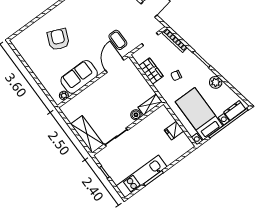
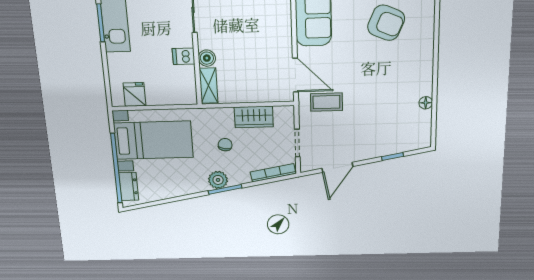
plant: (216, 82) -> (218, 180), moved
dishwasher: (143, 127) -> (184, 56), added
fridge: (174, 131) -> (135, 94), moved

